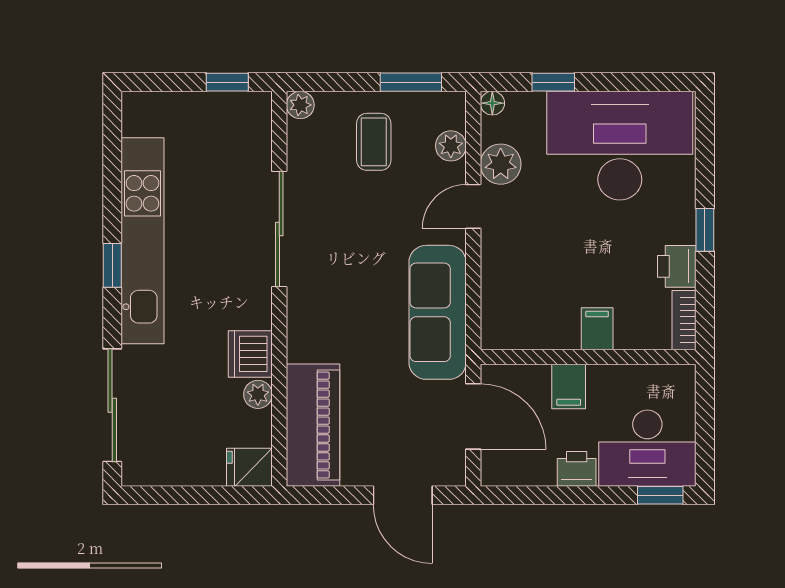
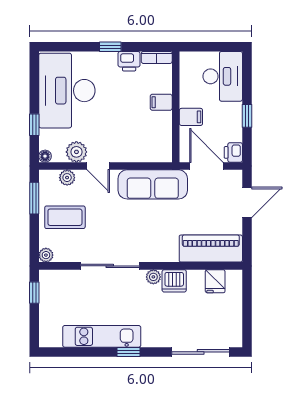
coffee table: (374, 142) -> (65, 217), width x1.36, depth x1.30
kitchen unit: (143, 241) -> (102, 336), width x0.73
plant: (258, 394) -> (153, 277), moved
door: (473, 416) -> (206, 166), hinge flipped
fridge: (249, 467) -> (215, 281), moved
printer: (577, 469) -> (233, 152), moved
window: (660, 495) -> (247, 116), moved

